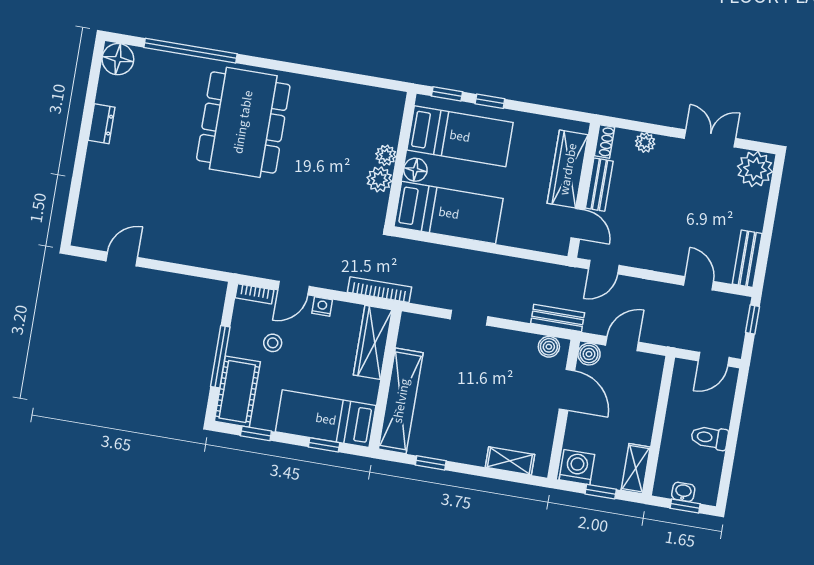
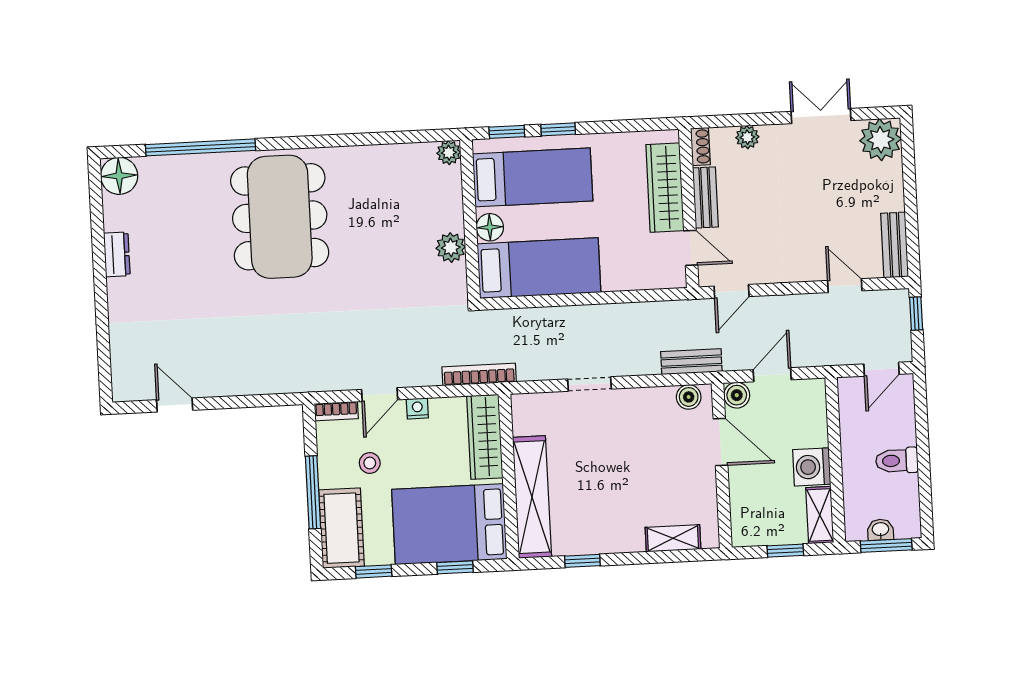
plant: (386, 155) -> (449, 153), moved
door: (122, 259) -> (175, 405), hinge flipped
bed: (326, 419) -> (449, 524), width x1.50
washing machine: (577, 467) -> (812, 467), moved, turned -90
window: (685, 506) -> (886, 545), width x1.50

